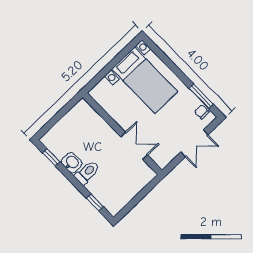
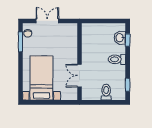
toilet: (66, 129) -> (106, 92), added
double door: (134, 146) -> (79, 76), moved
washbasin: (72, 163) -> (120, 38), moved

